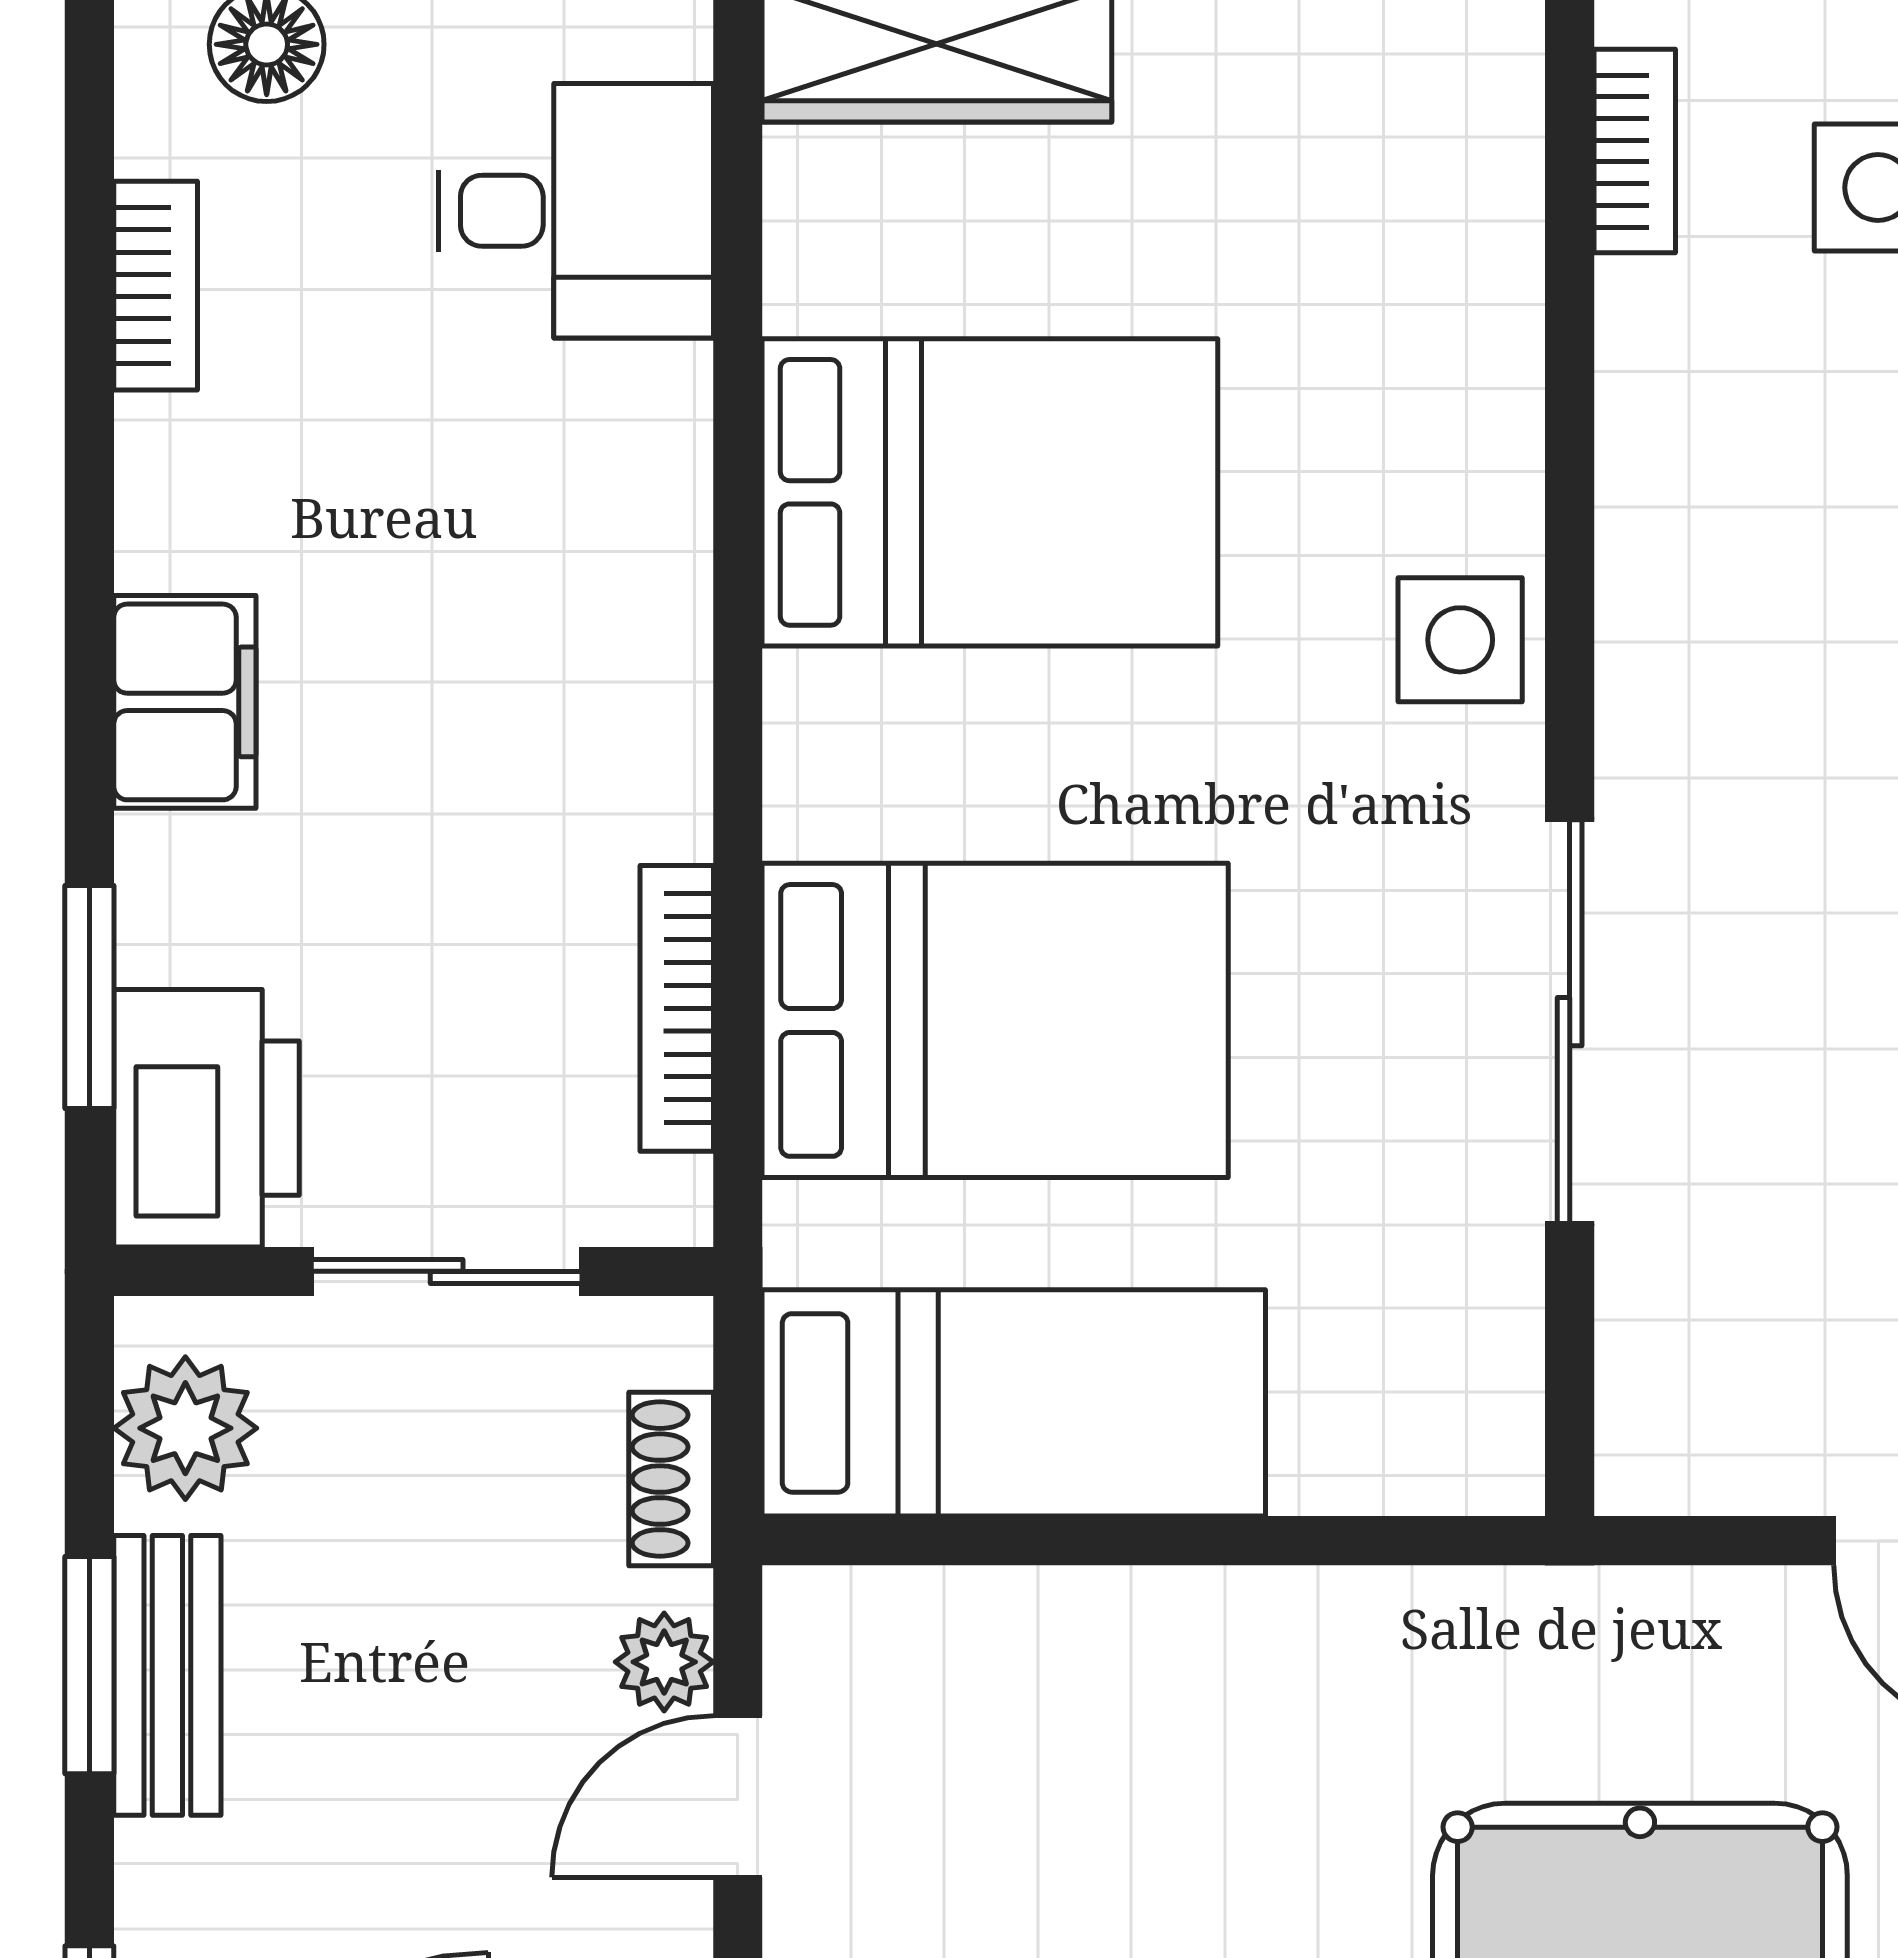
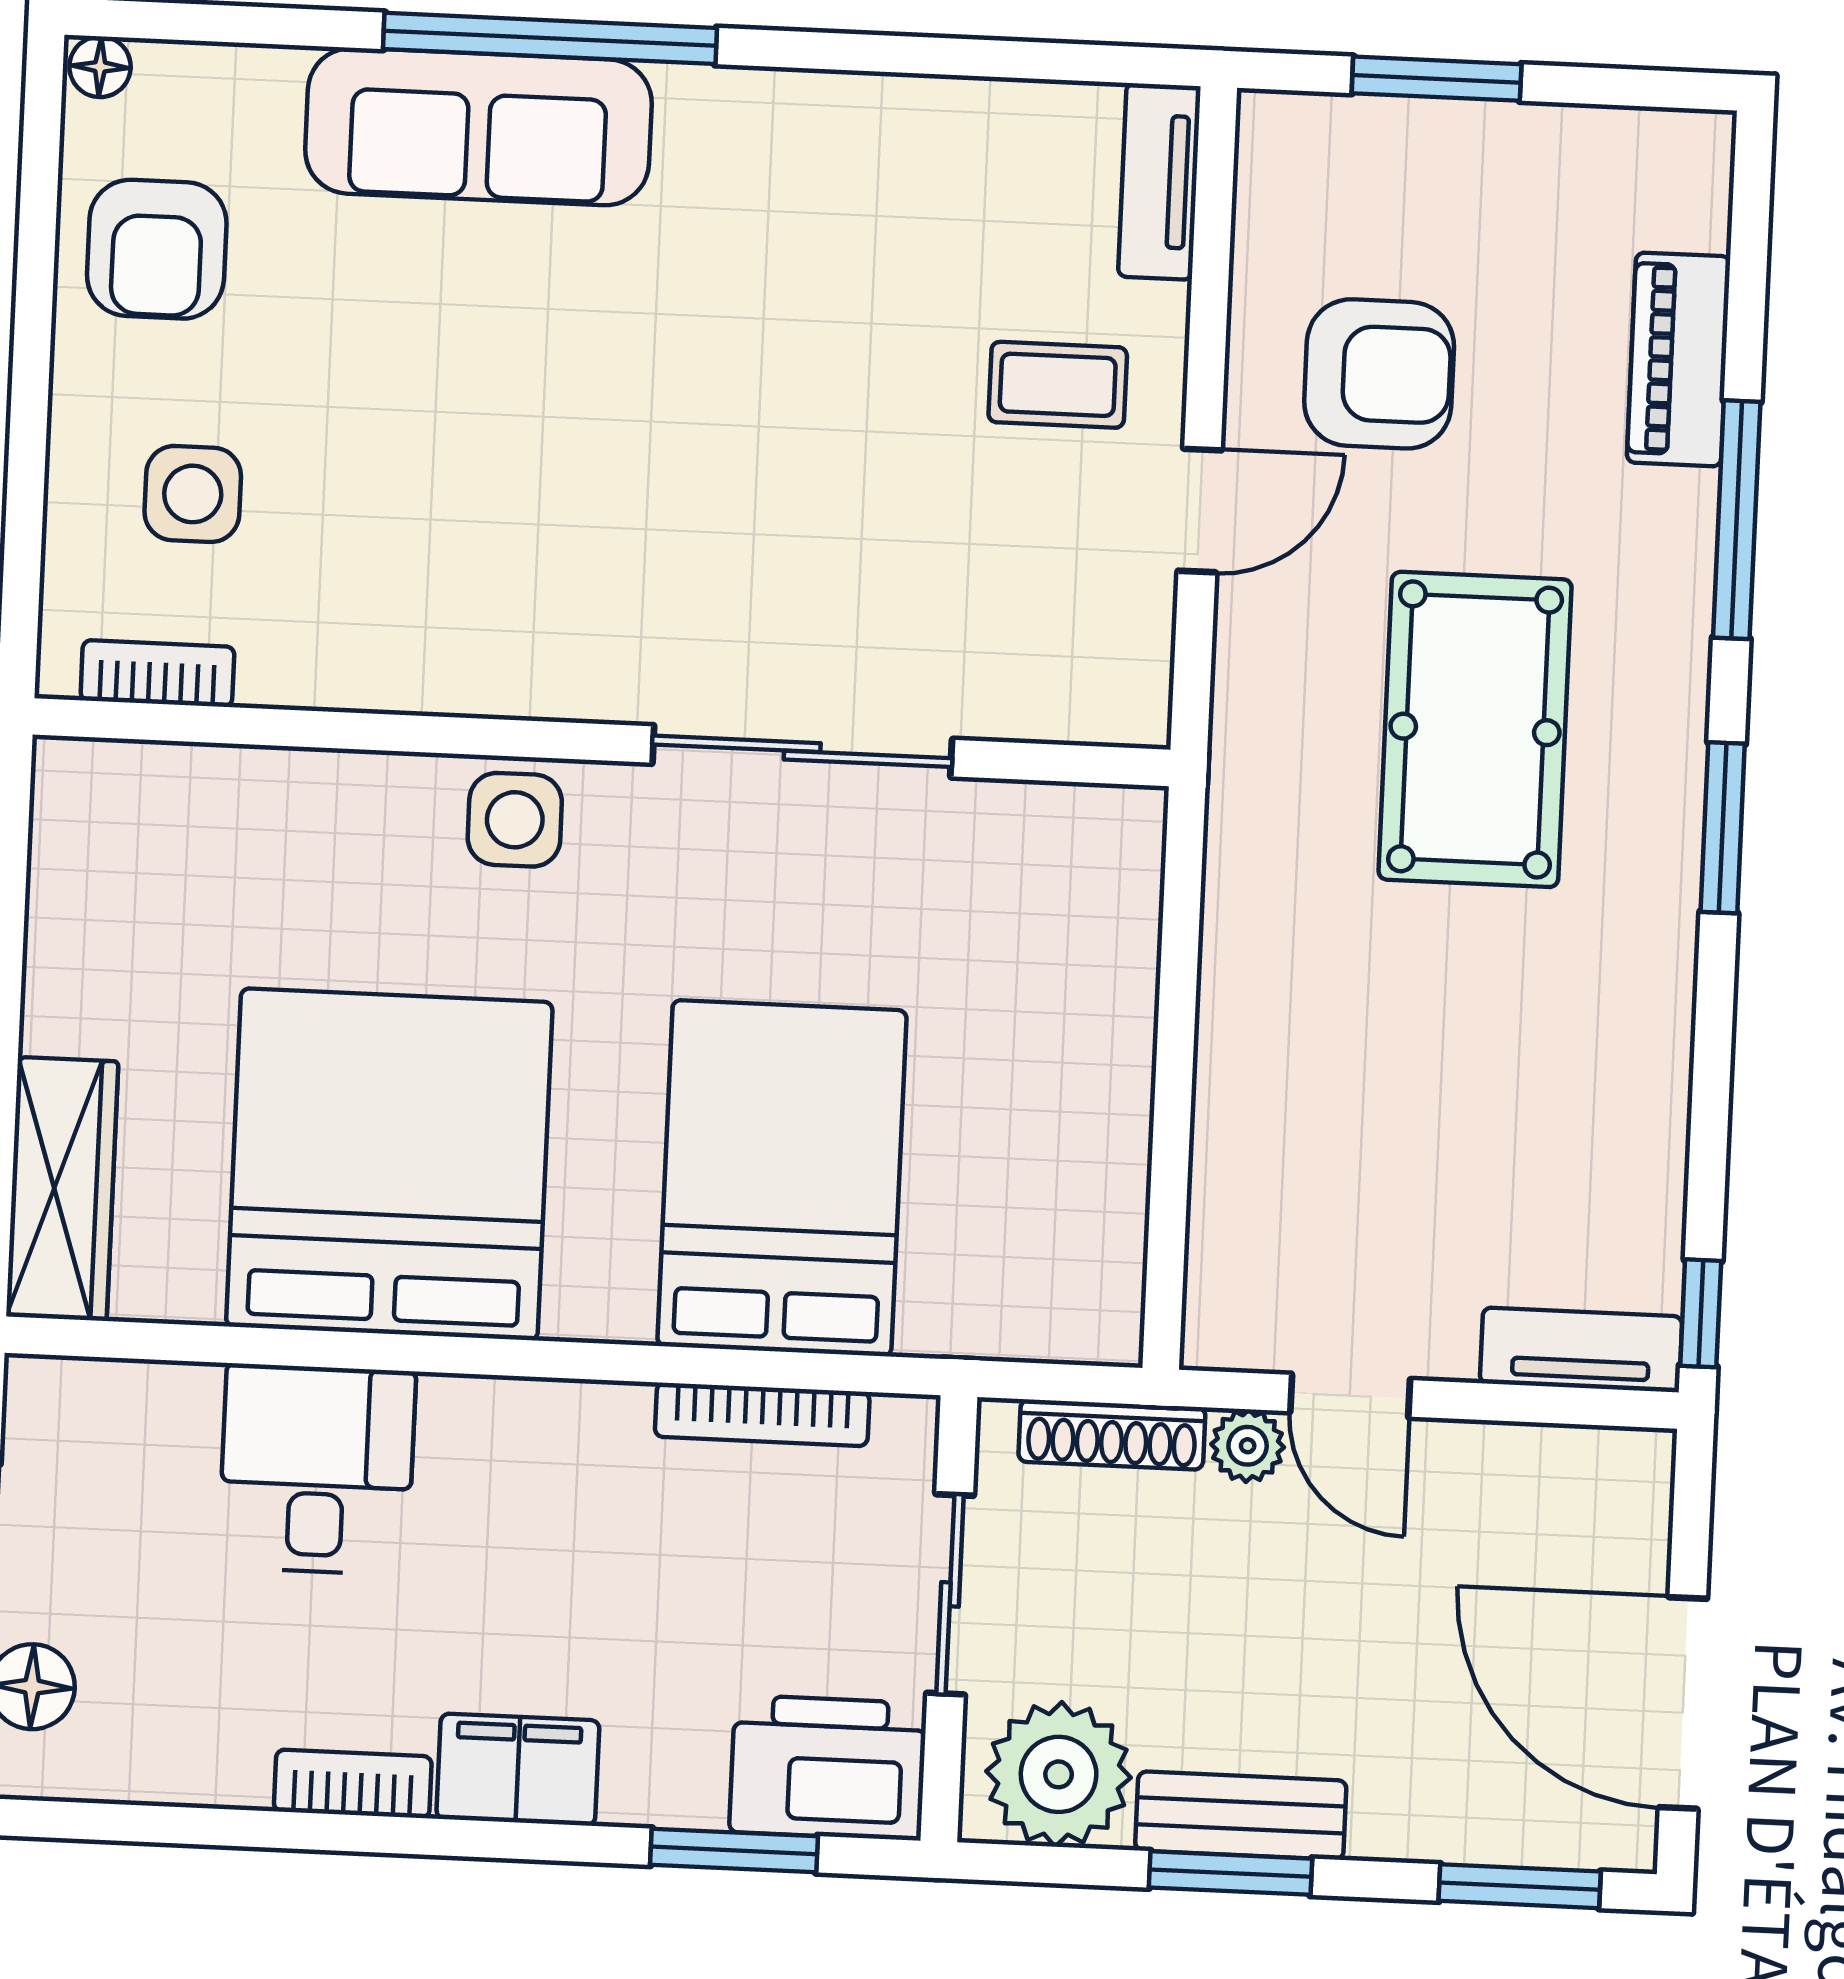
desk: (576, 211) -> (317, 1469), moved
bookcase: (156, 286) -> (353, 1784), moved
bed: (990, 492) -> (389, 1164), width x1.36
bed: (1014, 1403) -> (1067, 1177), removed
plant: (185, 1428) -> (1059, 1774), width x1.36, depth x1.36
shoe rack: (671, 1479) -> (1112, 1434), width x1.43

